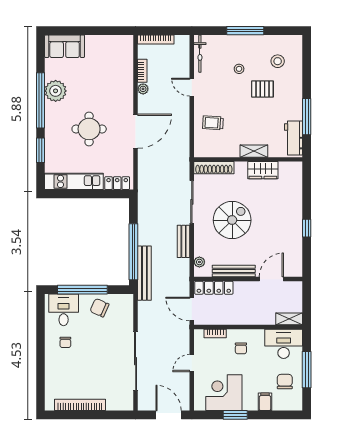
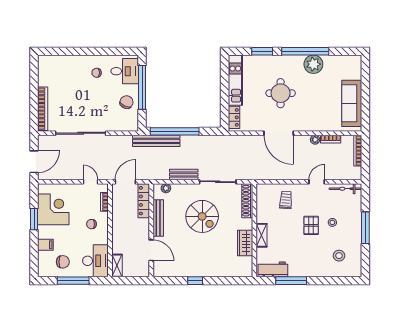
sofa: (65, 46) -> (352, 103), moved, width x1.36
pallet: (262, 89) -> (311, 225), moved
door: (192, 363) -> (91, 182), moved
bookcase: (80, 405) -> (43, 109), moved

